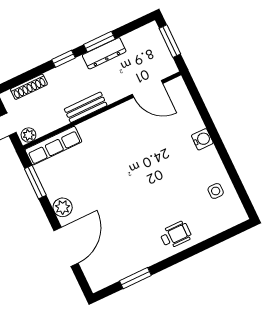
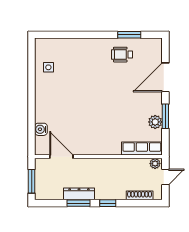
bench: (86, 107) -> (108, 164), removed
water cooler: (202, 139) -> (41, 129), moved
window: (35, 182) -> (165, 116), moved
plant: (63, 207) -> (155, 122), moved
wheelchair: (176, 235) -> (122, 55), moved

